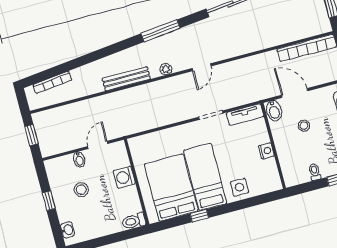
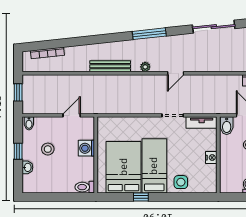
bidet: (79, 159) -> (29, 123), moved
washbasin: (68, 230) -> (27, 167), moved

